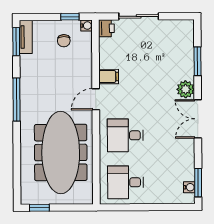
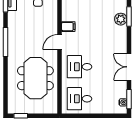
plant: (186, 89) -> (121, 19), moved
double door: (198, 119) -> (129, 67), moved
meeting table: (61, 152) -> (35, 78), width x0.73

